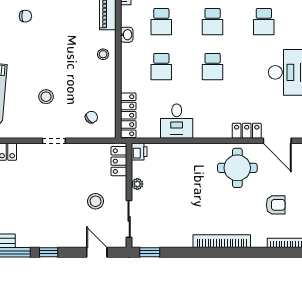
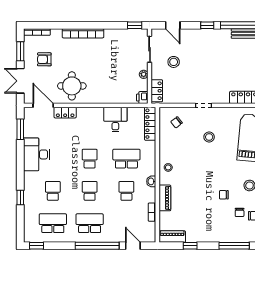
school desk: (161, 67) -> (126, 159), width x1.85

